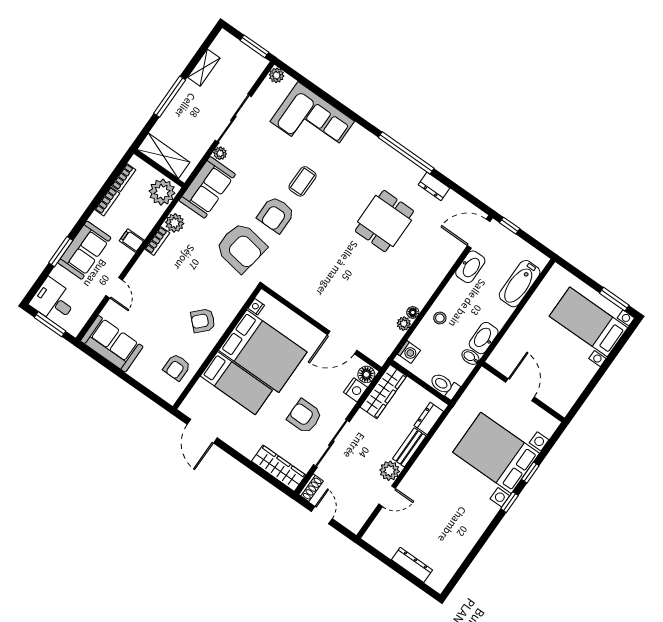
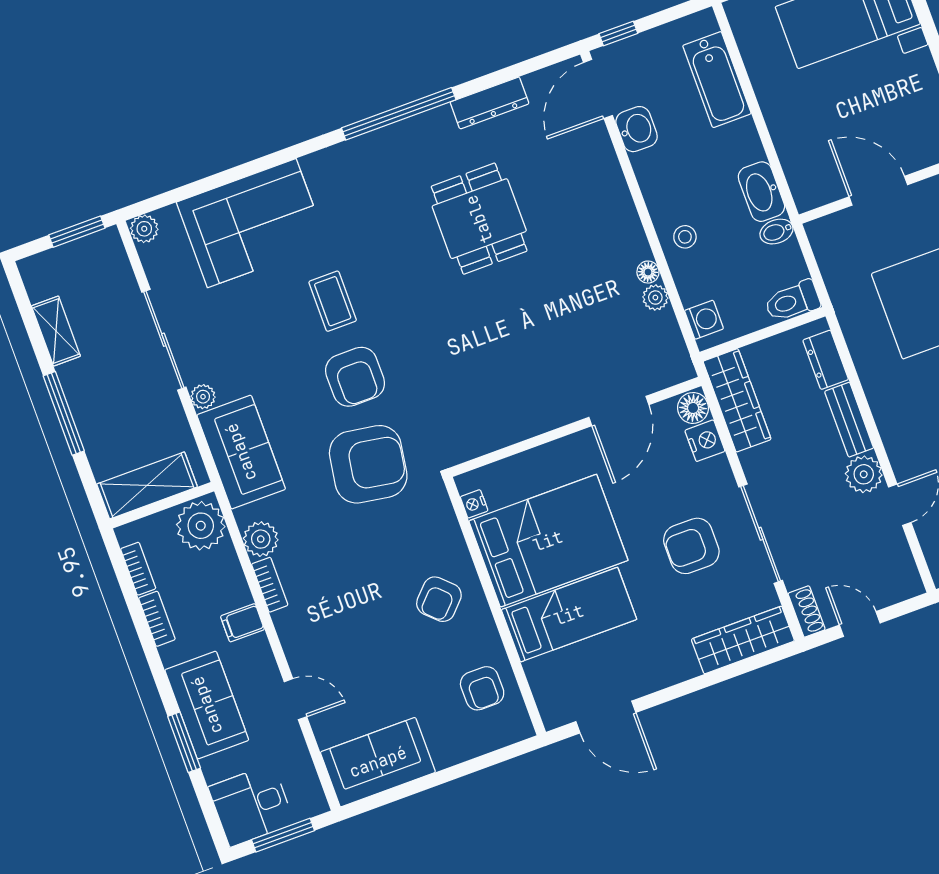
dresser: (434, 186) -> (490, 103), width x1.44
washbasin: (470, 267) -> (637, 129), width x0.72

